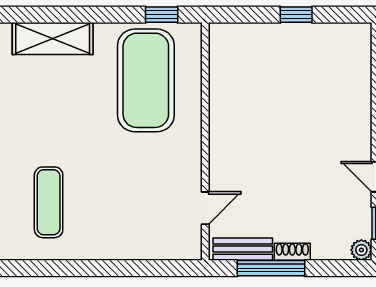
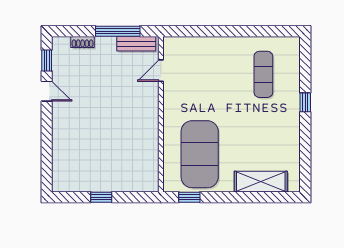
plant: (361, 250) -> (59, 43), removed
shoe rack: (292, 252) -> (83, 42), moved

